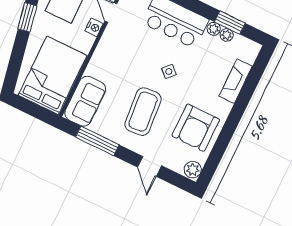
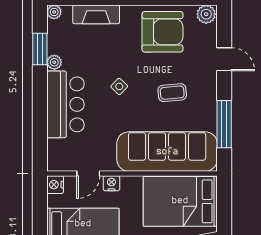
plant: (227, 35) -> (54, 12), moved
sofa: (85, 101) -> (167, 152), width x1.85, depth x1.27
coffee table: (143, 112) -> (172, 93), width x0.54, depth x0.58
door: (150, 166) -> (224, 59), hinge flipped

